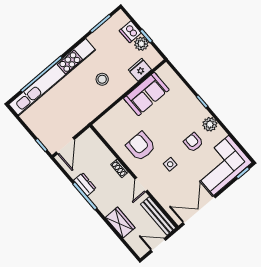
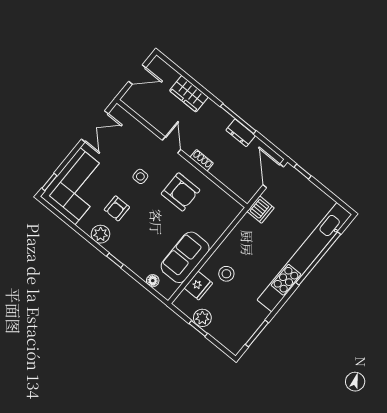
dishwasher: (130, 32) -> (261, 210), moved, turned 90
stool: (102, 79) -> (226, 274), moved
floor lamp: (175, 80) -> (153, 281), added
armchair: (193, 142) -> (117, 208), turned 90
double door: (199, 210) -> (95, 126), width x0.73
bench: (158, 216) -> (144, 110), removed

